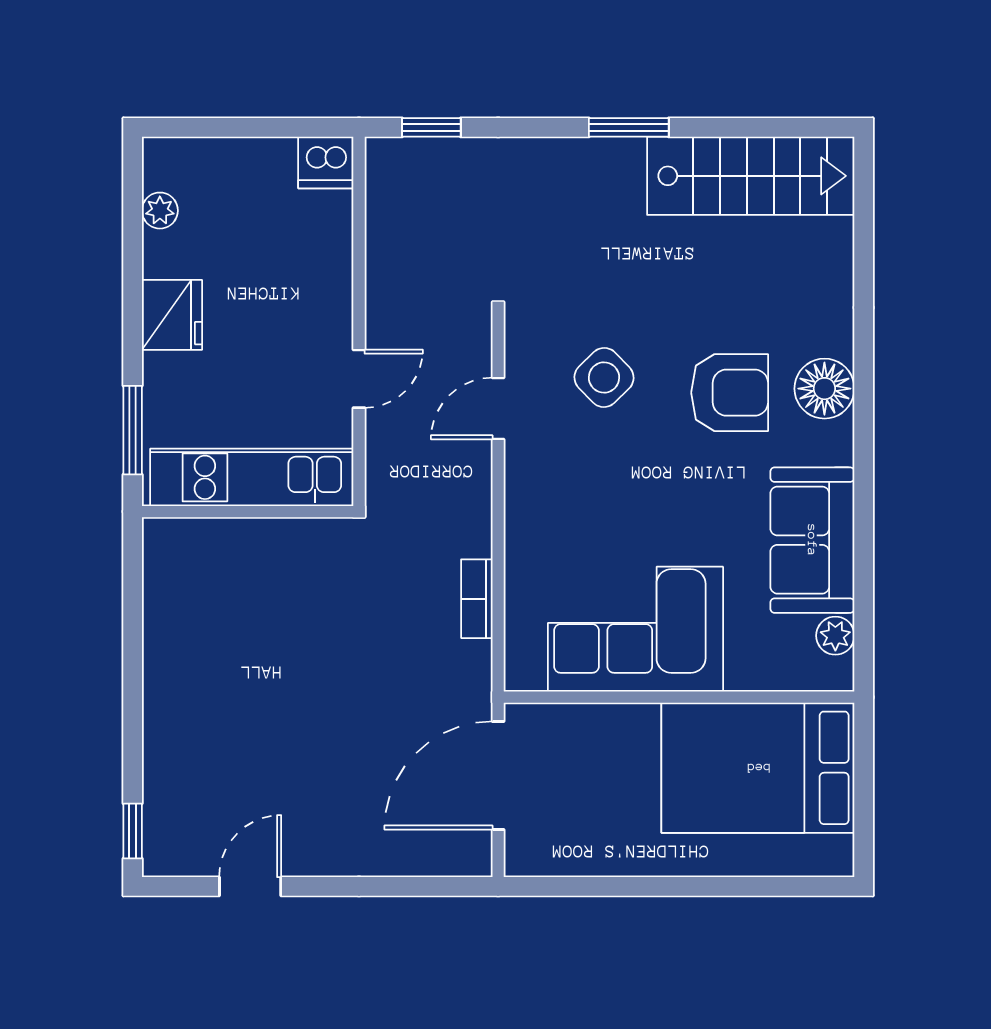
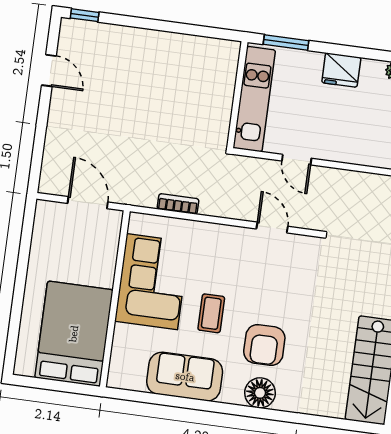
side table: (604, 377) -> (281, 283), removed
coffee table: (682, 505) -> (211, 313), added
plant: (835, 636) -> (135, 382), removed
door: (498, 775) -> (88, 203), width x0.73

